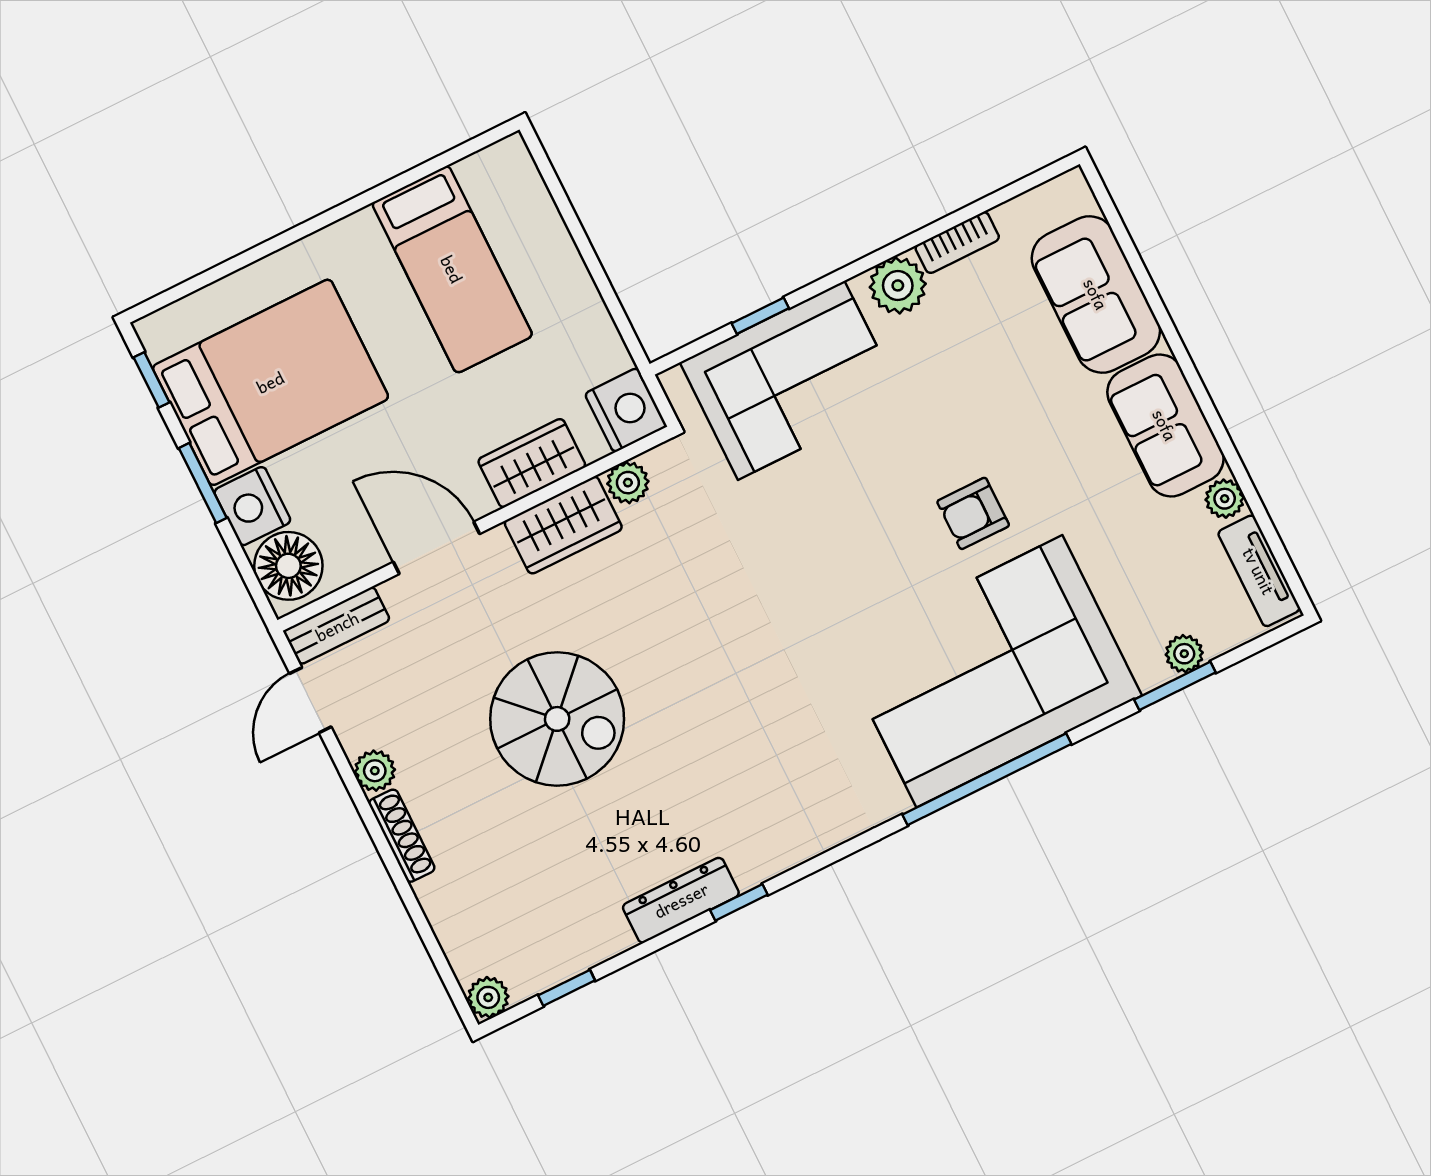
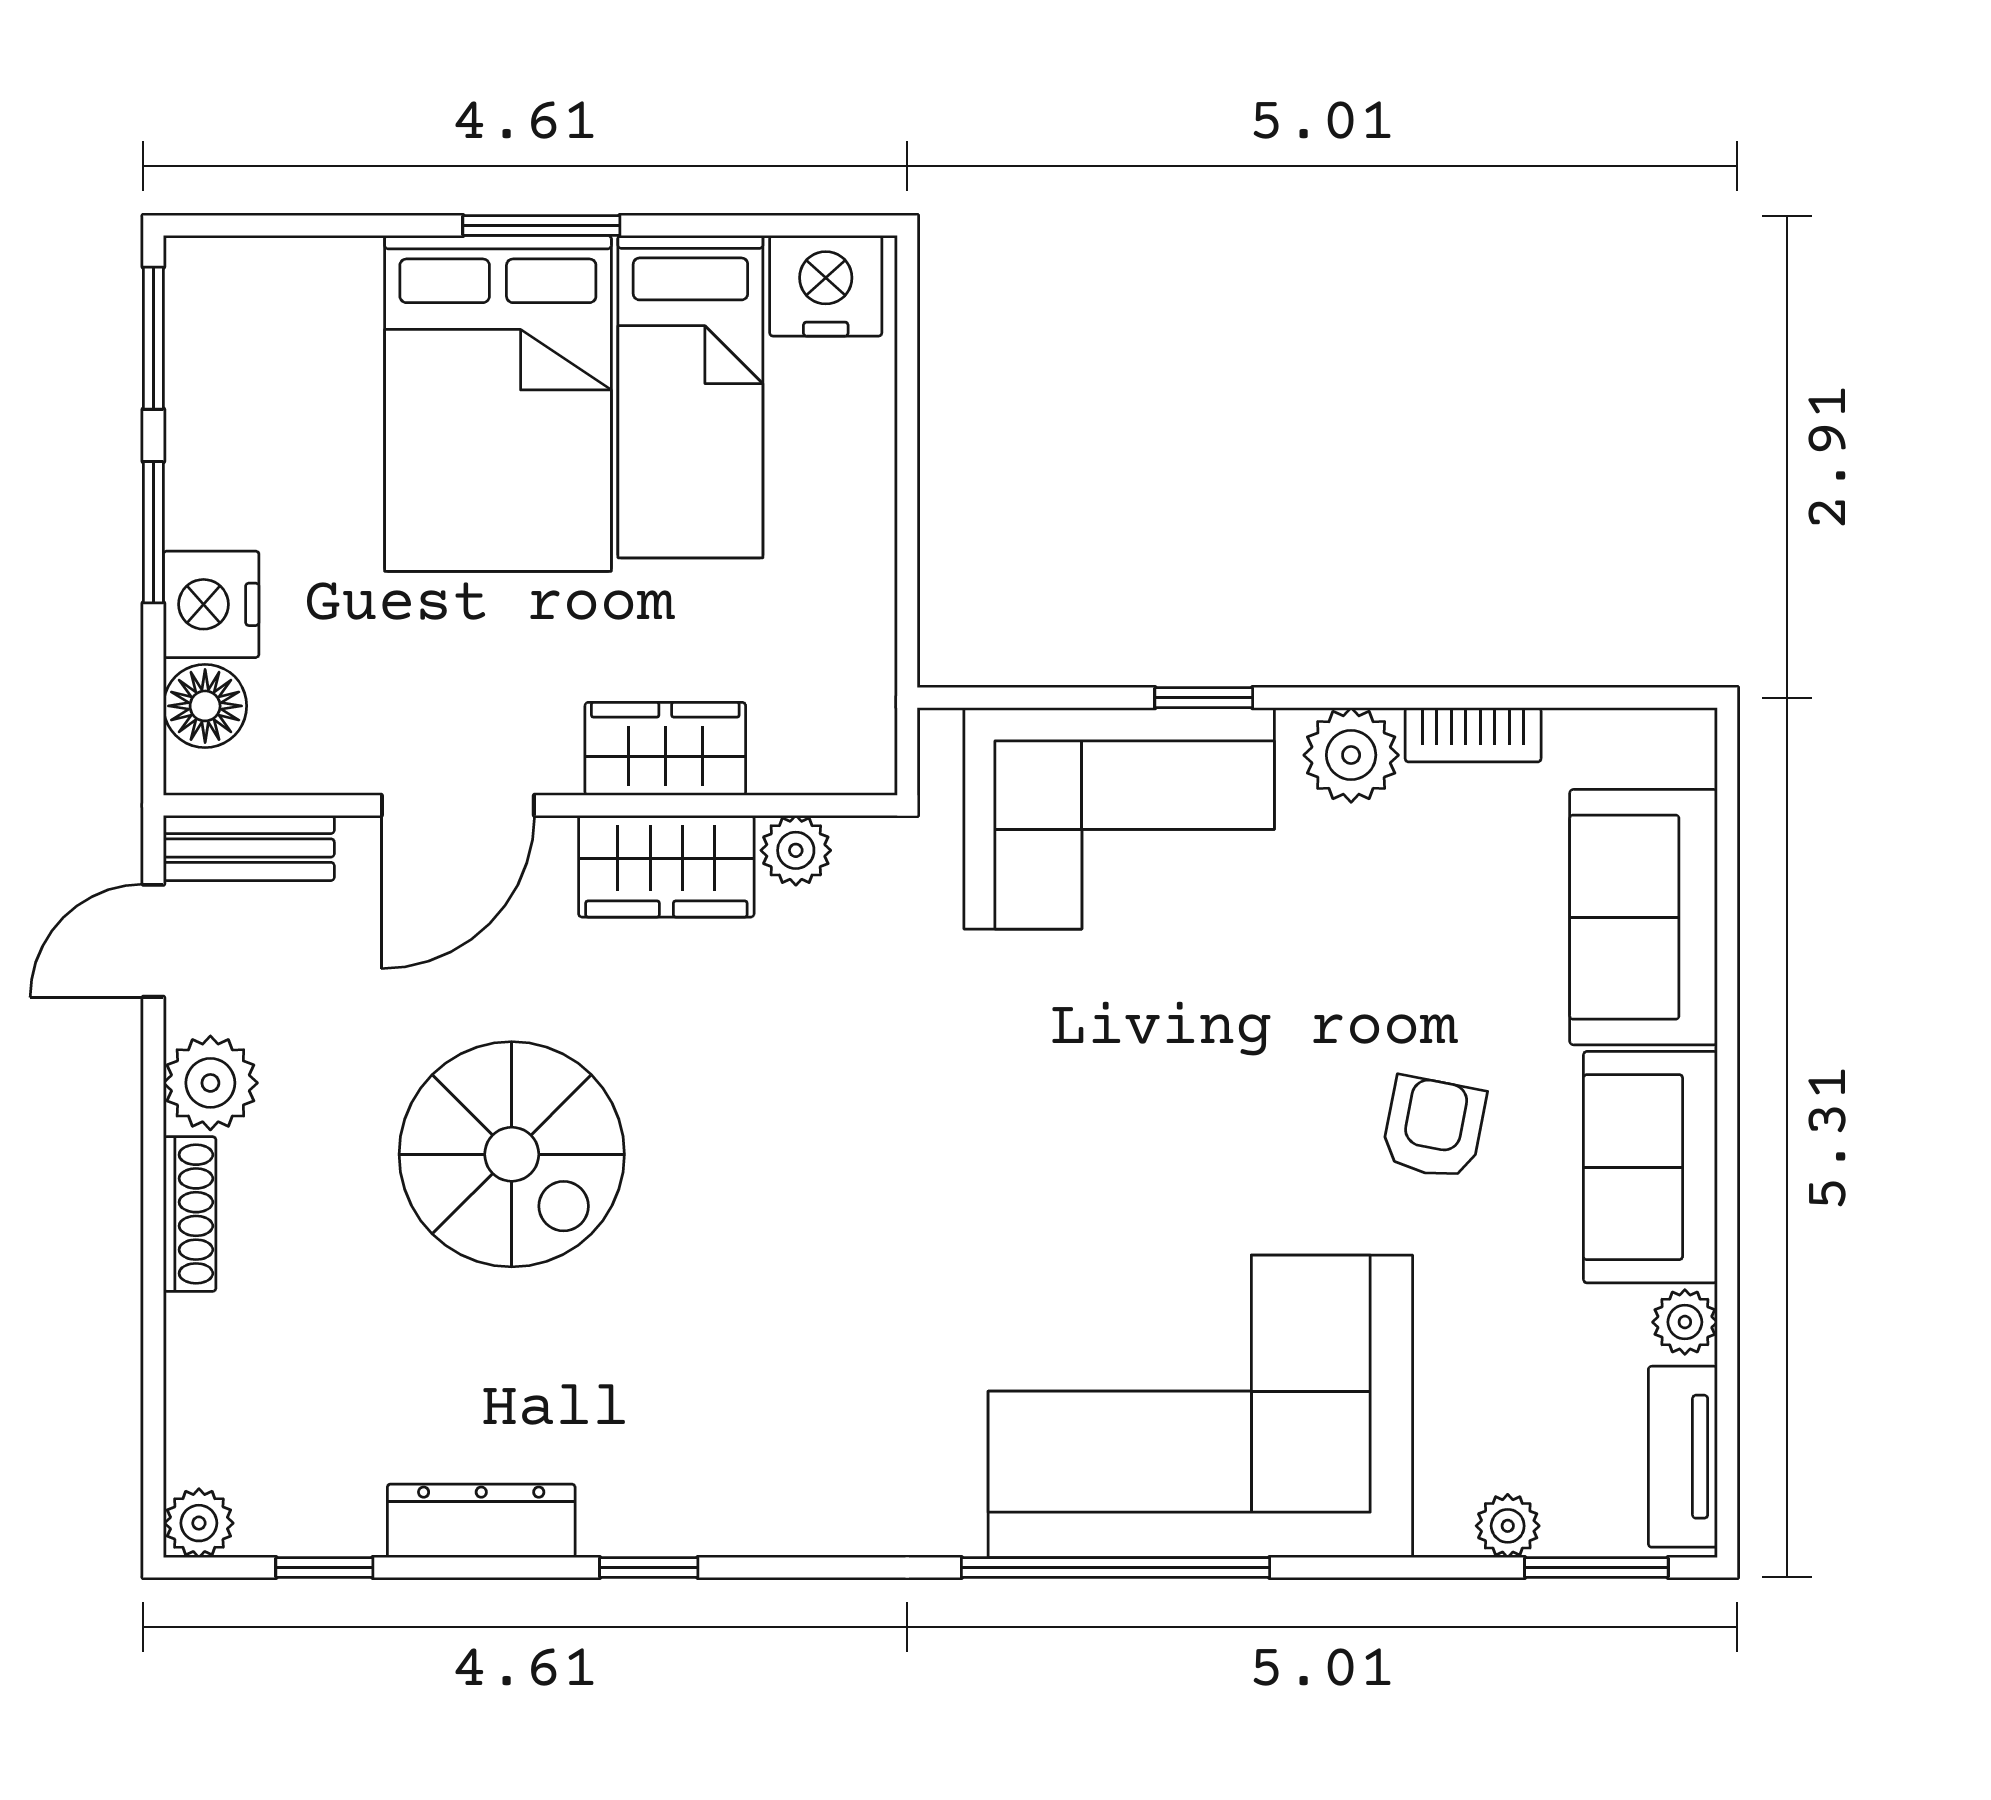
window: (328, 218) -> (541, 225), added
window: (760, 316) -> (1204, 698), moved
window: (151, 380) -> (153, 338), width x1.50
bed: (270, 382) -> (498, 403), moved, turned 90
nightstand: (626, 410) -> (826, 286), moved, turned -90
armchair: (973, 513) -> (1434, 1128), moved, turned 101
door: (436, 548) -> (458, 805), swing flipped
floor lamp: (288, 566) -> (205, 706), width x0.73, depth x0.73
window: (1175, 686) -> (1596, 1567), moved
plant: (375, 771) -> (210, 1083), width x1.38, depth x1.38
dresser: (681, 900) -> (481, 1521), moved

